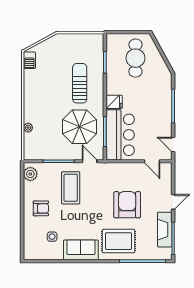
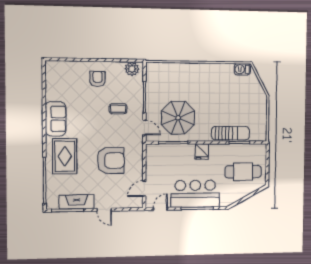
sun lounger: (80, 83) -> (231, 133), moved
plant: (28, 128) -> (178, 67), removed
bar counter: (120, 135) -> (195, 194), moved, turned 180
door: (90, 161) -> (144, 128), hinge flipped
coffee table: (71, 188) -> (118, 109), width x0.54, depth x0.58
armchair: (127, 205) -> (111, 161), moved
armchair: (41, 208) -> (98, 79), turned 180
side table: (52, 237) -> (69, 90), removed

